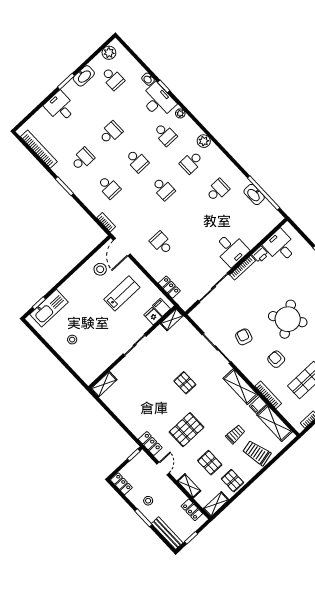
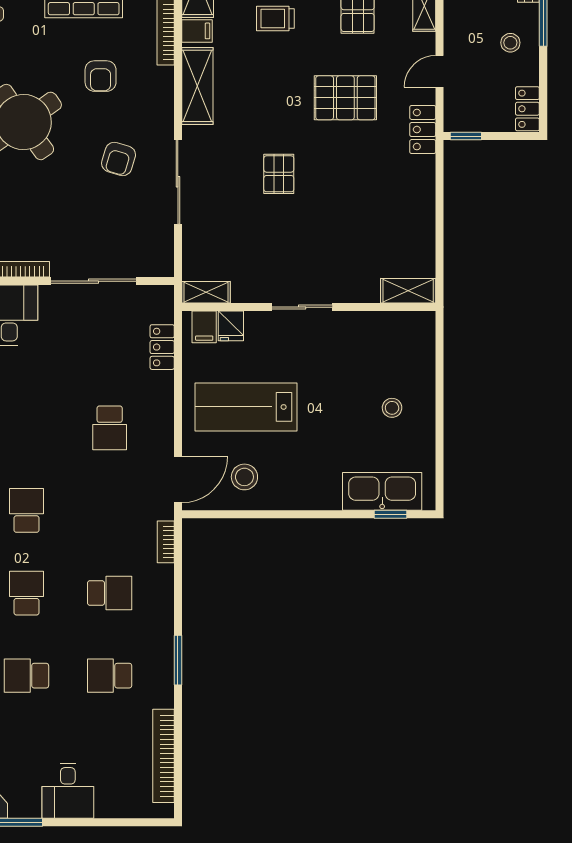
school desk: (109, 187) -> (110, 593), turned 90
lab bench: (122, 293) -> (246, 407), width x1.36, depth x1.39

